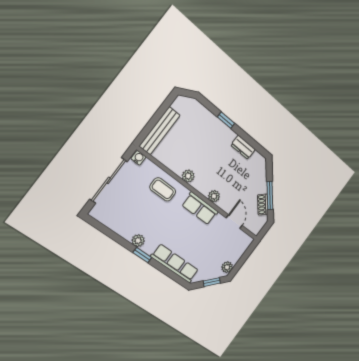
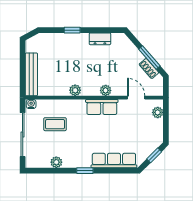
coffee table: (163, 189) -> (55, 124), moved
plant: (138, 241) -> (56, 162), moved
plant: (227, 267) -> (158, 112), moved

